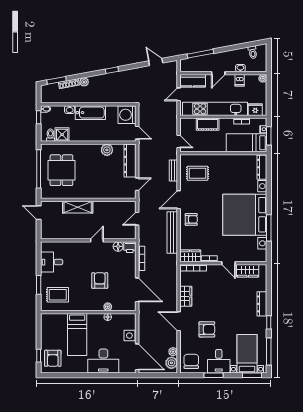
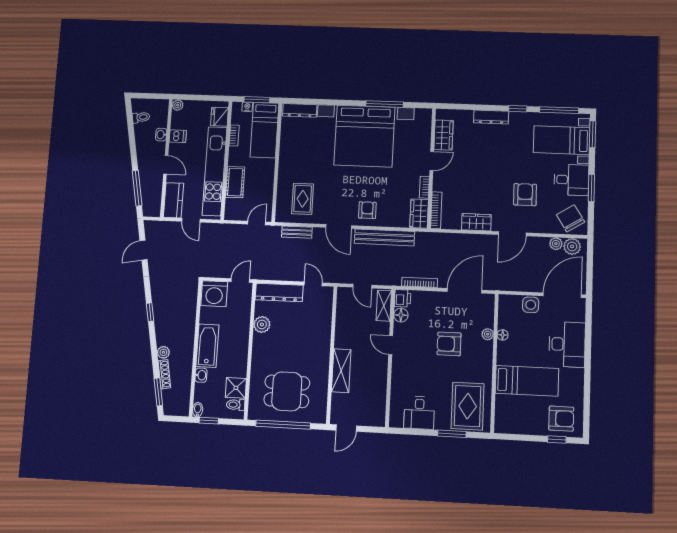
shelving: (124, 234) -> (384, 306), added
rug: (58, 295) -> (468, 406), width x1.36, depth x1.43
chair: (191, 361) -> (571, 218), turned 58

